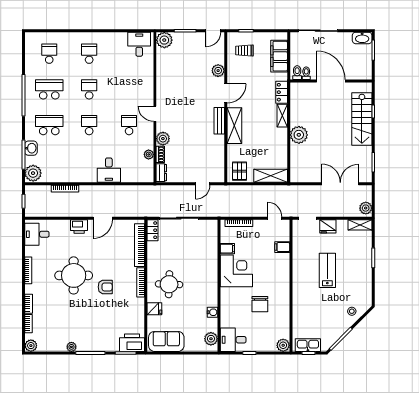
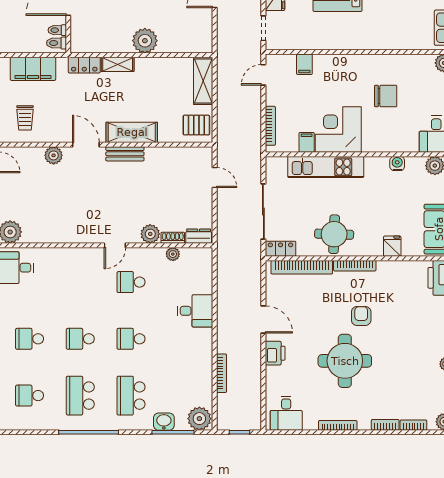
kitchen unit: (210, 262) -> (326, 167), added
round table: (169, 284) -> (334, 234), moved

